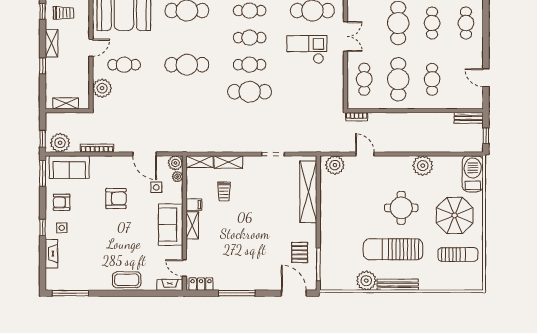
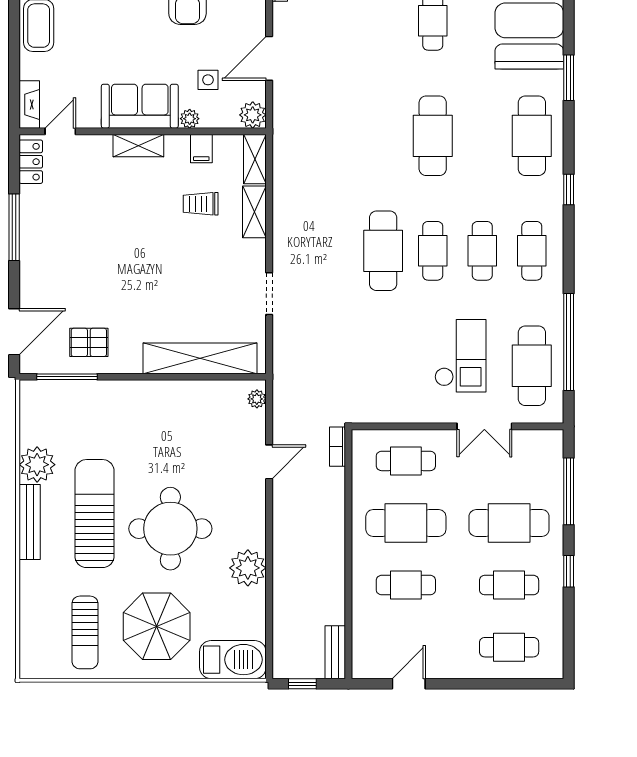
plant: (335, 165) -> (257, 399), width x0.53, depth x0.53
plant: (178, 177) -> (190, 119), moved
filing cabinet: (194, 205) -> (201, 149), moved
round table: (401, 208) -> (170, 529), width x1.36, depth x1.36

